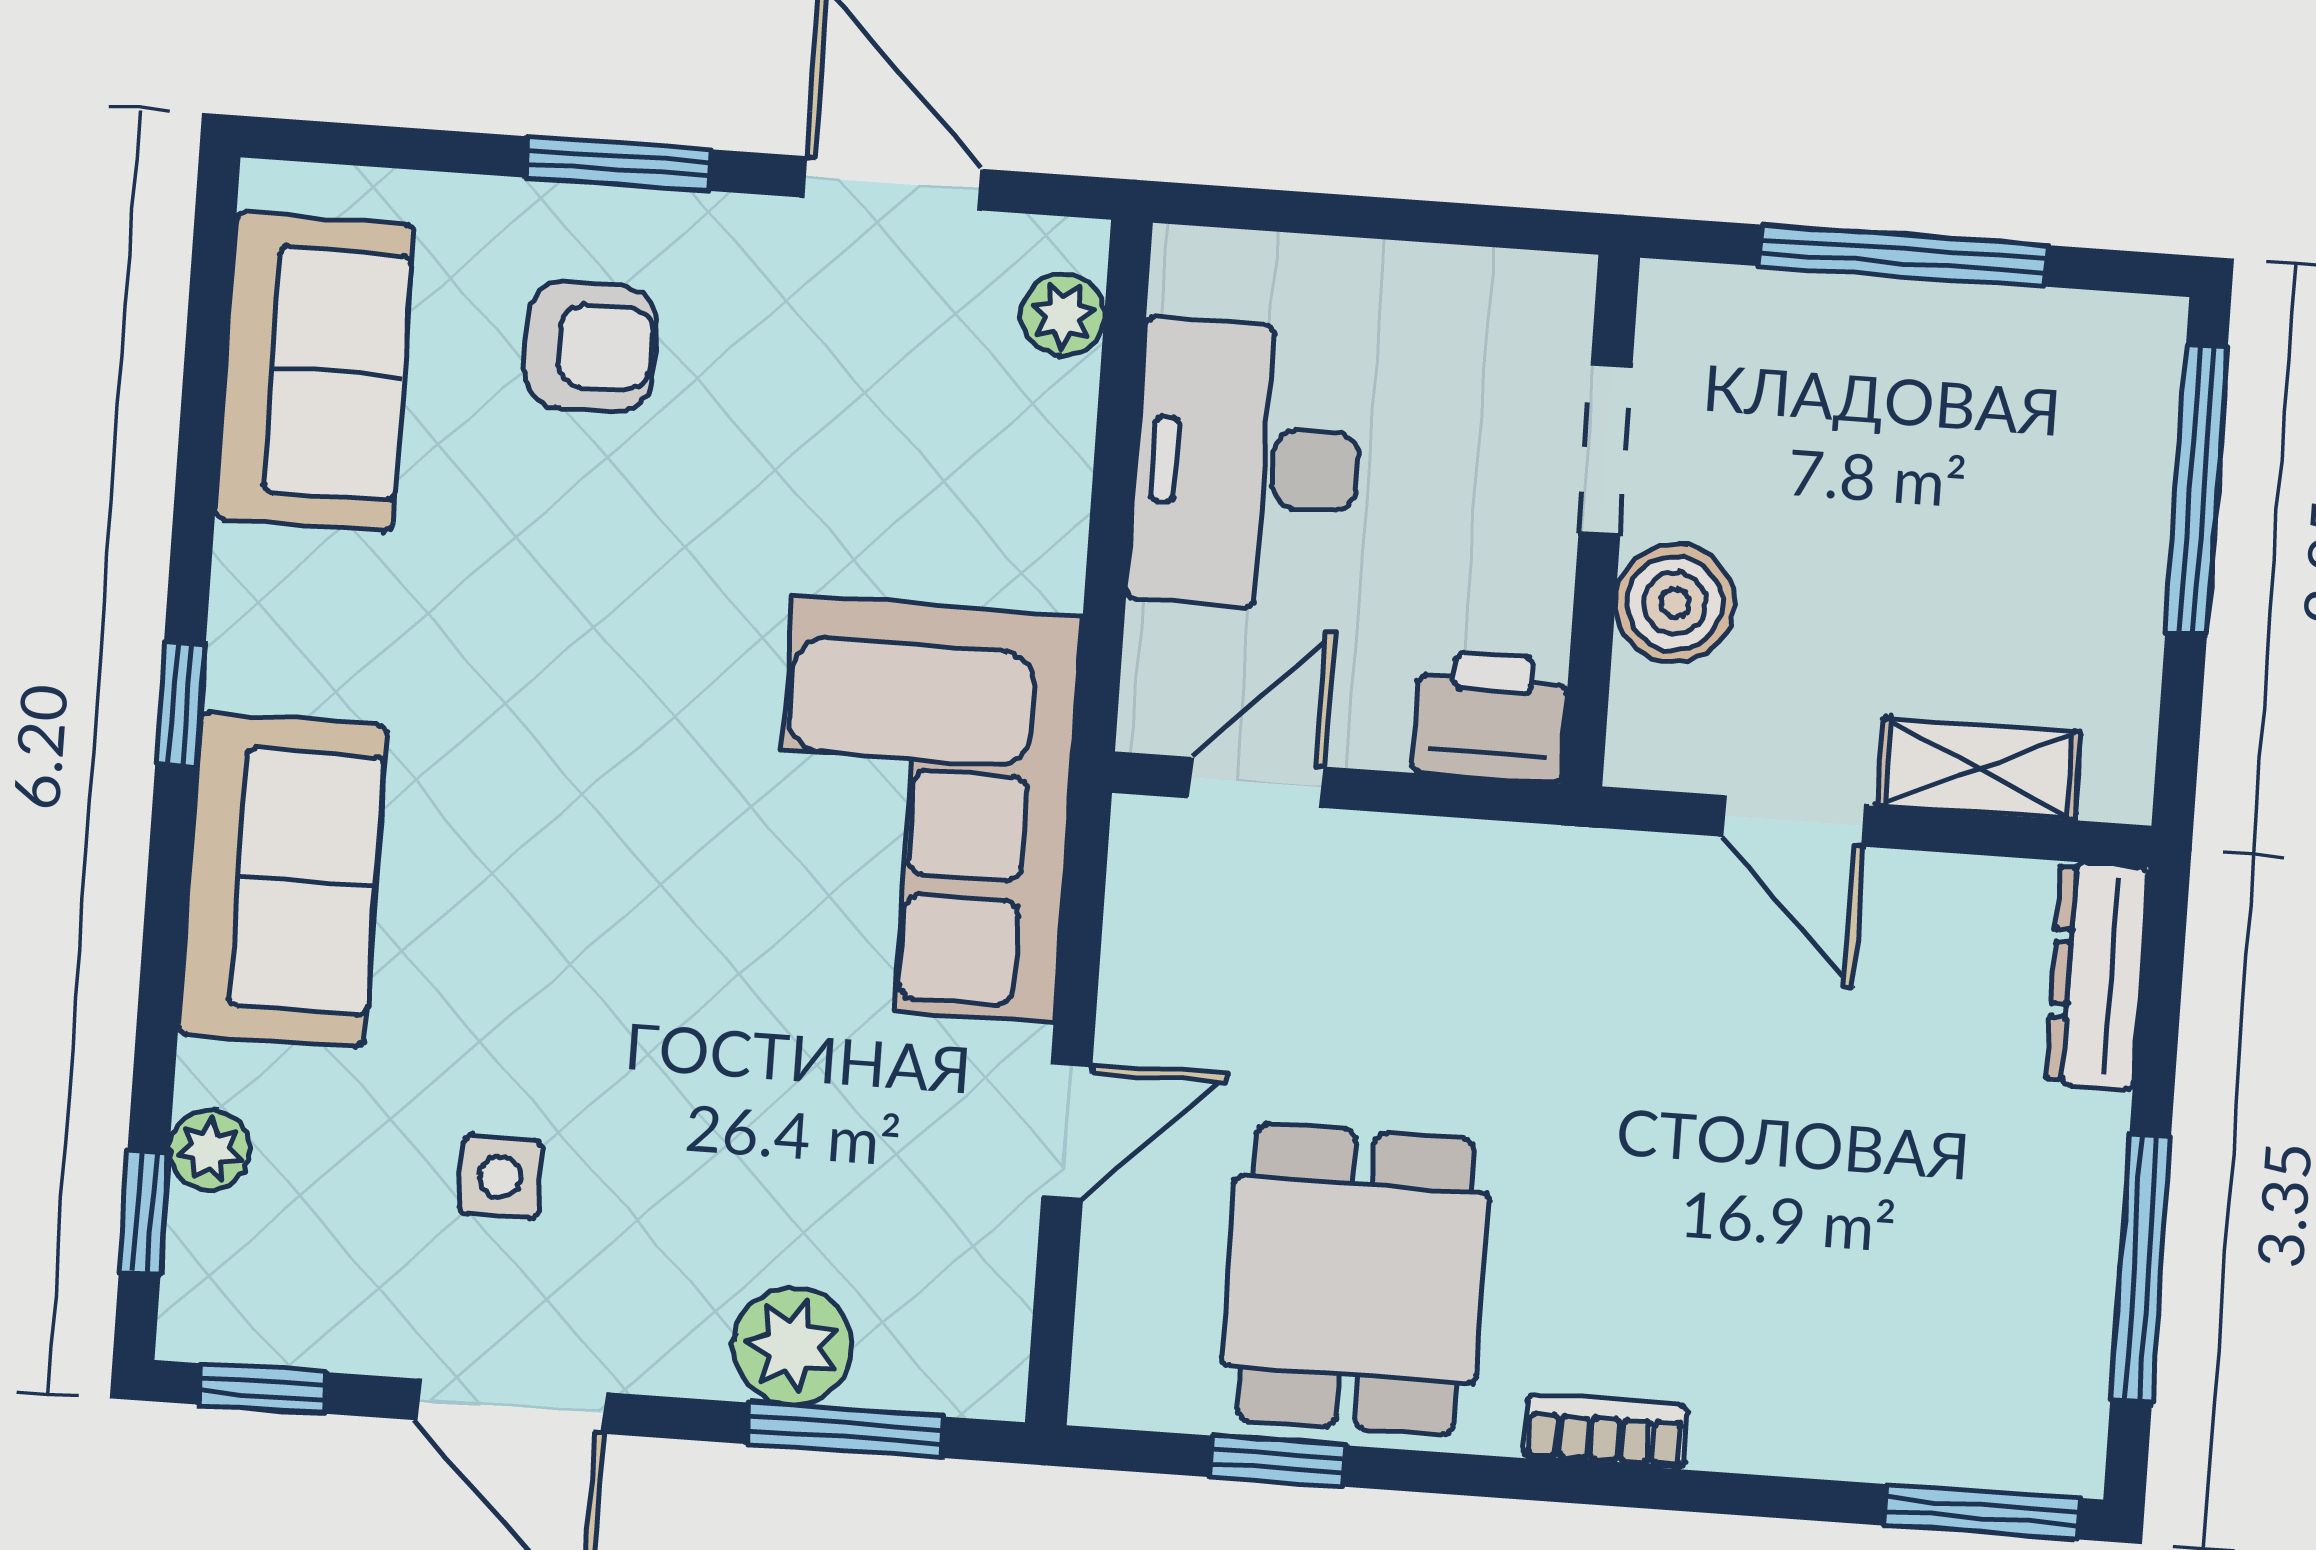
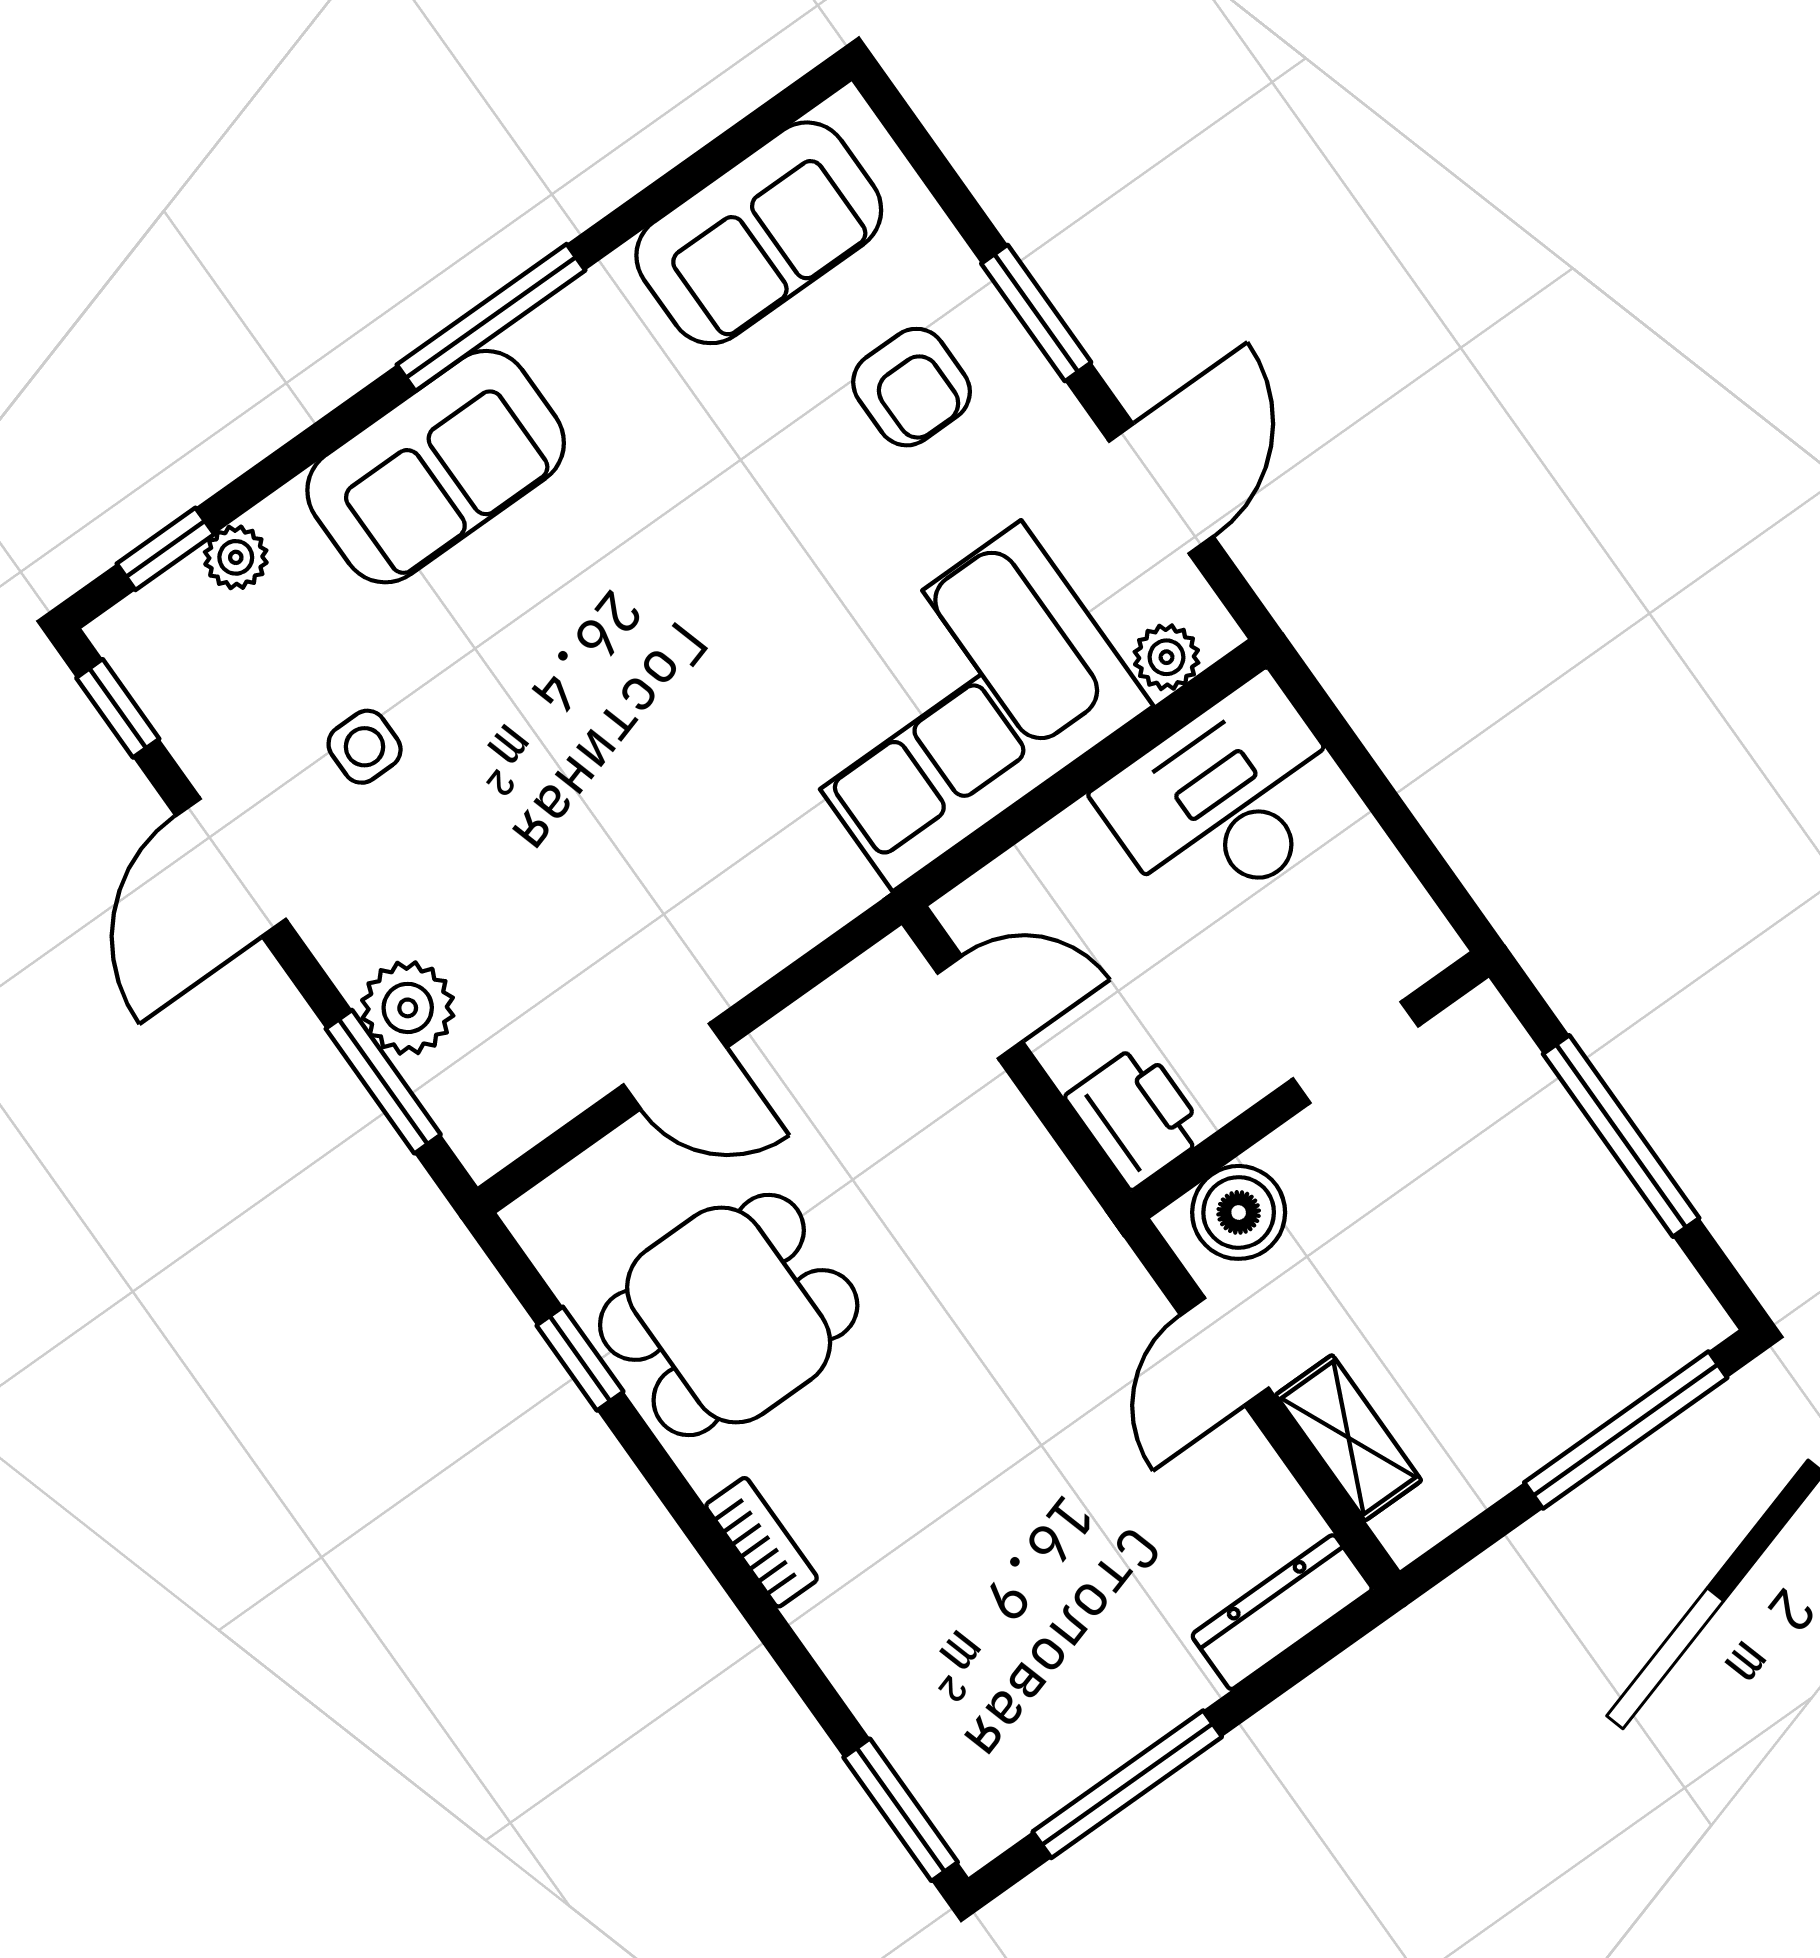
desk: (1247, 465) -> (1227, 801), moved
boiler: (1675, 603) -> (1239, 1212), moved
window: (180, 704) -> (491, 317), width x2.17
corner sofa: (923, 809) -> (957, 706), moved

